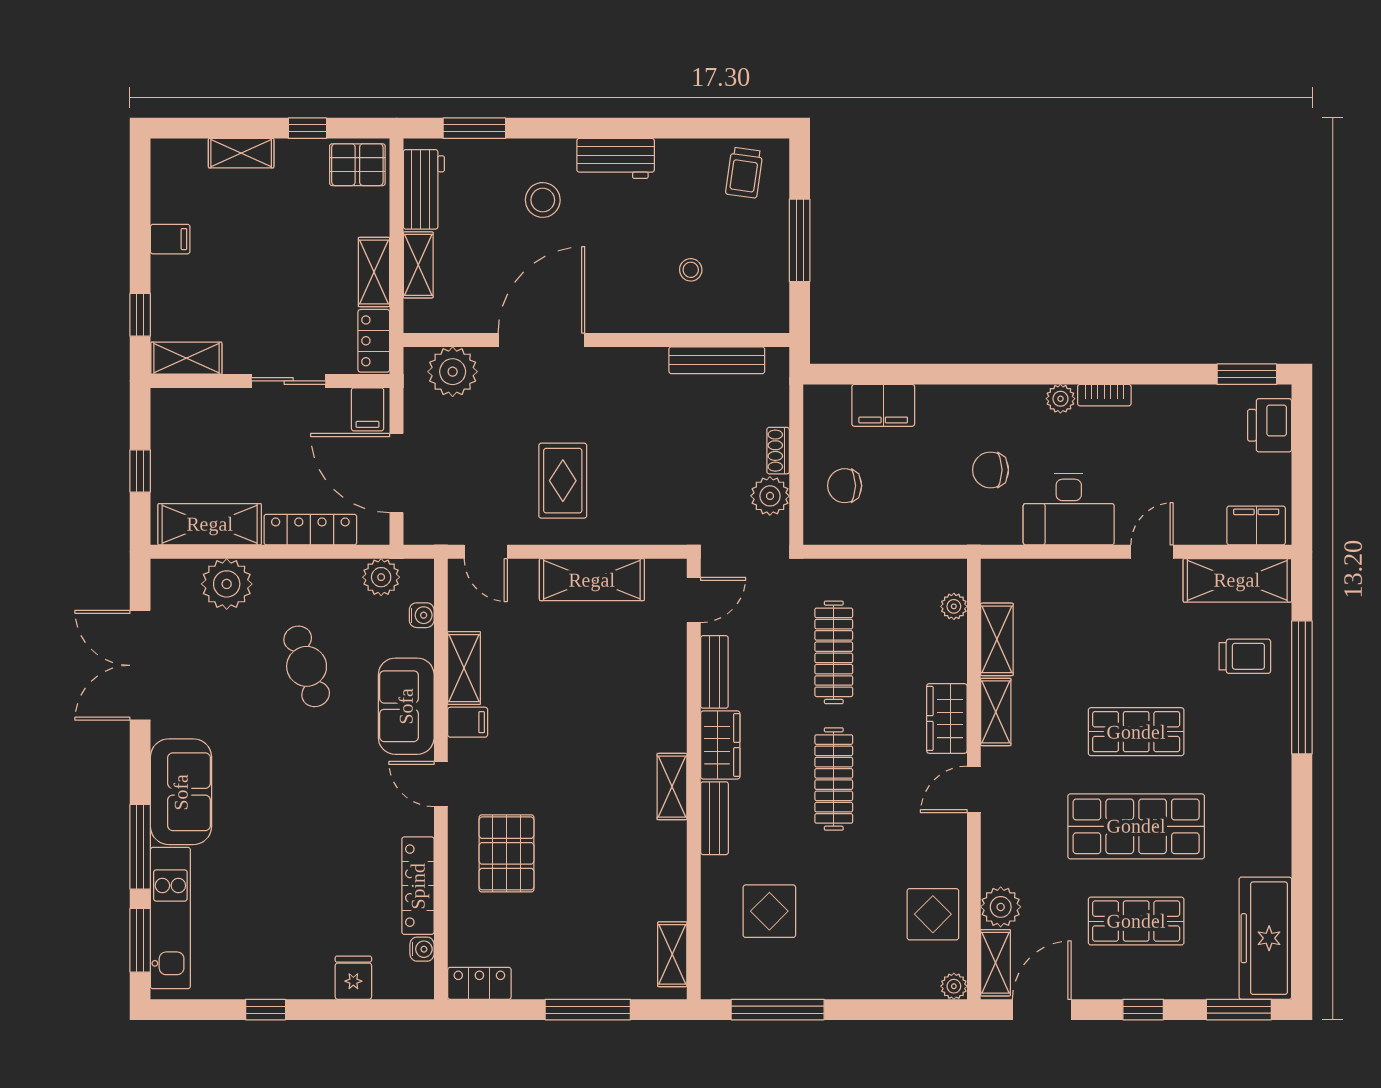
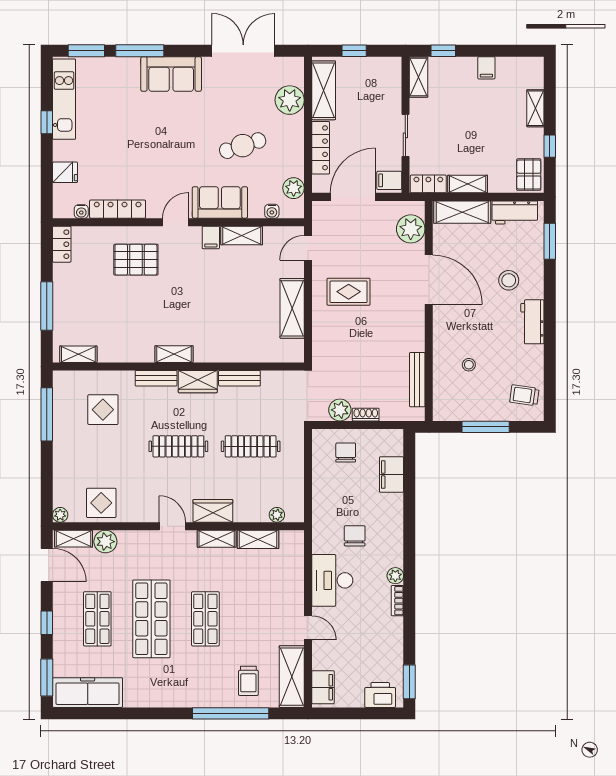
shelving: (418, 265) -> (462, 212), width x1.50, depth x1.33
door: (694, 600) -> (280, 366), removed
kitchen unit: (170, 918) -> (64, 99), moved, turned -90

